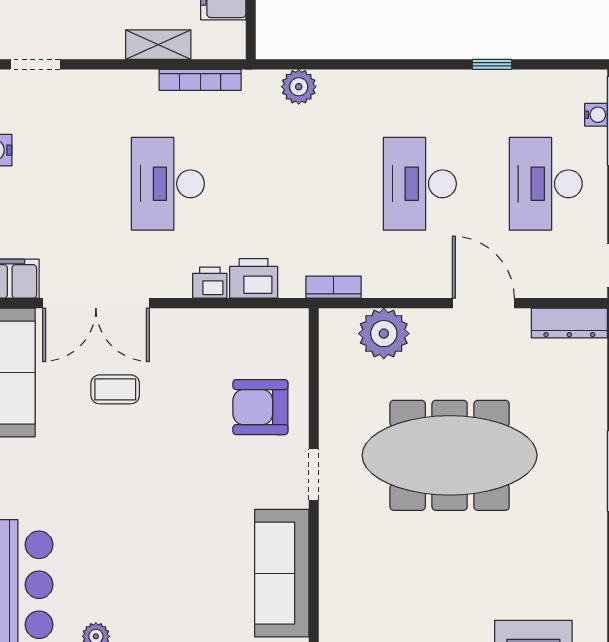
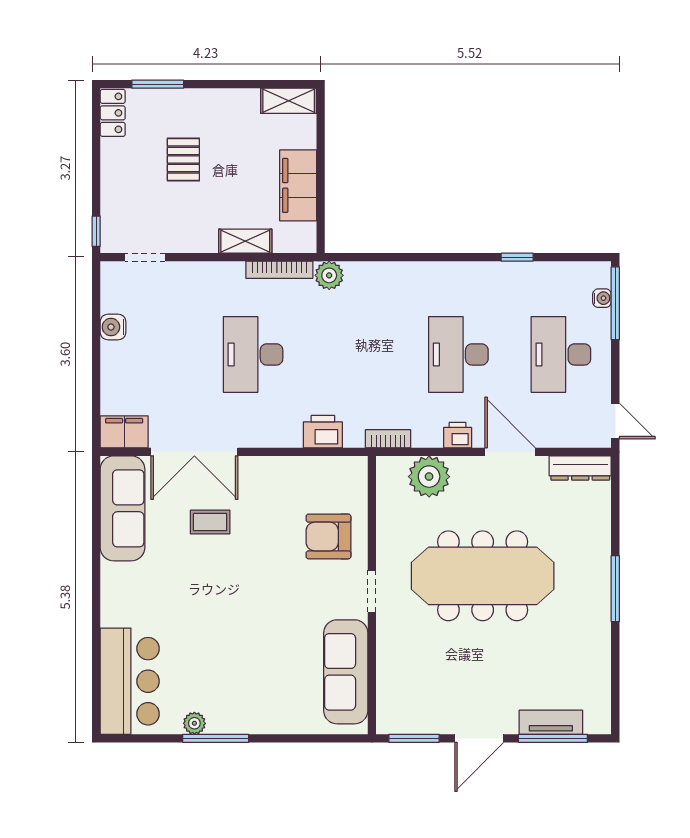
plant: (299, 87) -> (329, 275), moved
printer: (210, 283) -> (458, 435), moved

